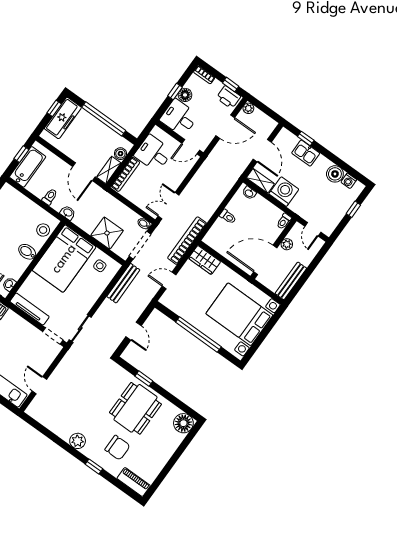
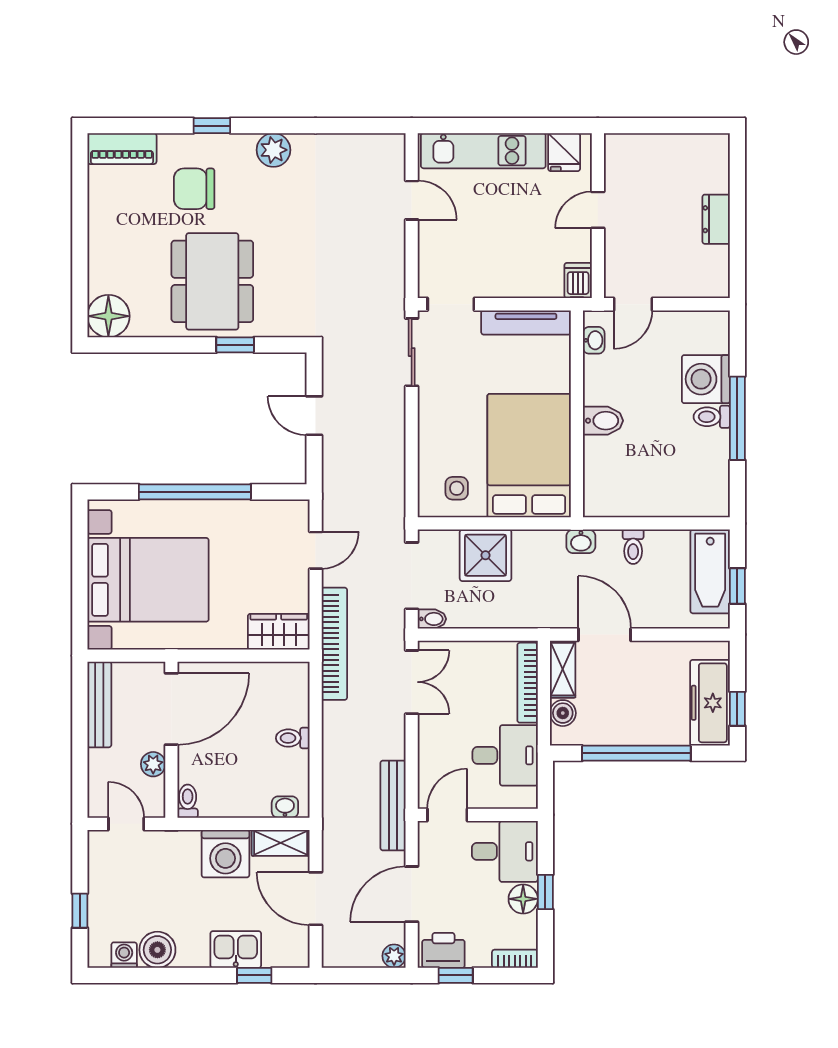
stool: (43, 230) -> (602, 479), removed
bench: (123, 283) -> (393, 805), moved

